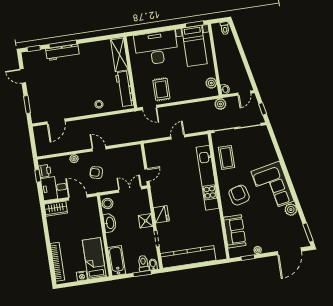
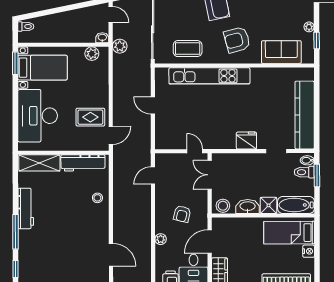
workbench: (62, 52) -> (26, 208), moved
door: (99, 149) -> (153, 176), moved
shower: (146, 221) -> (268, 205), moved

